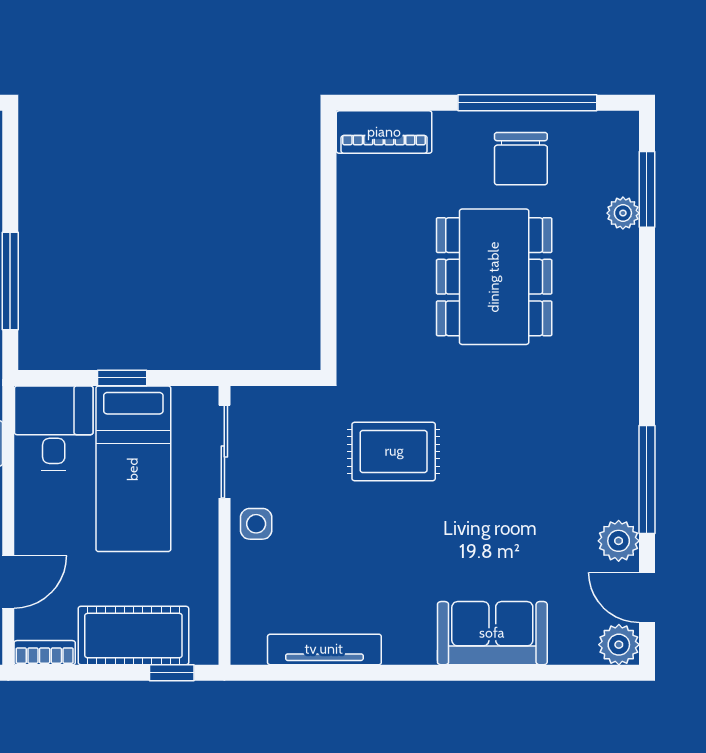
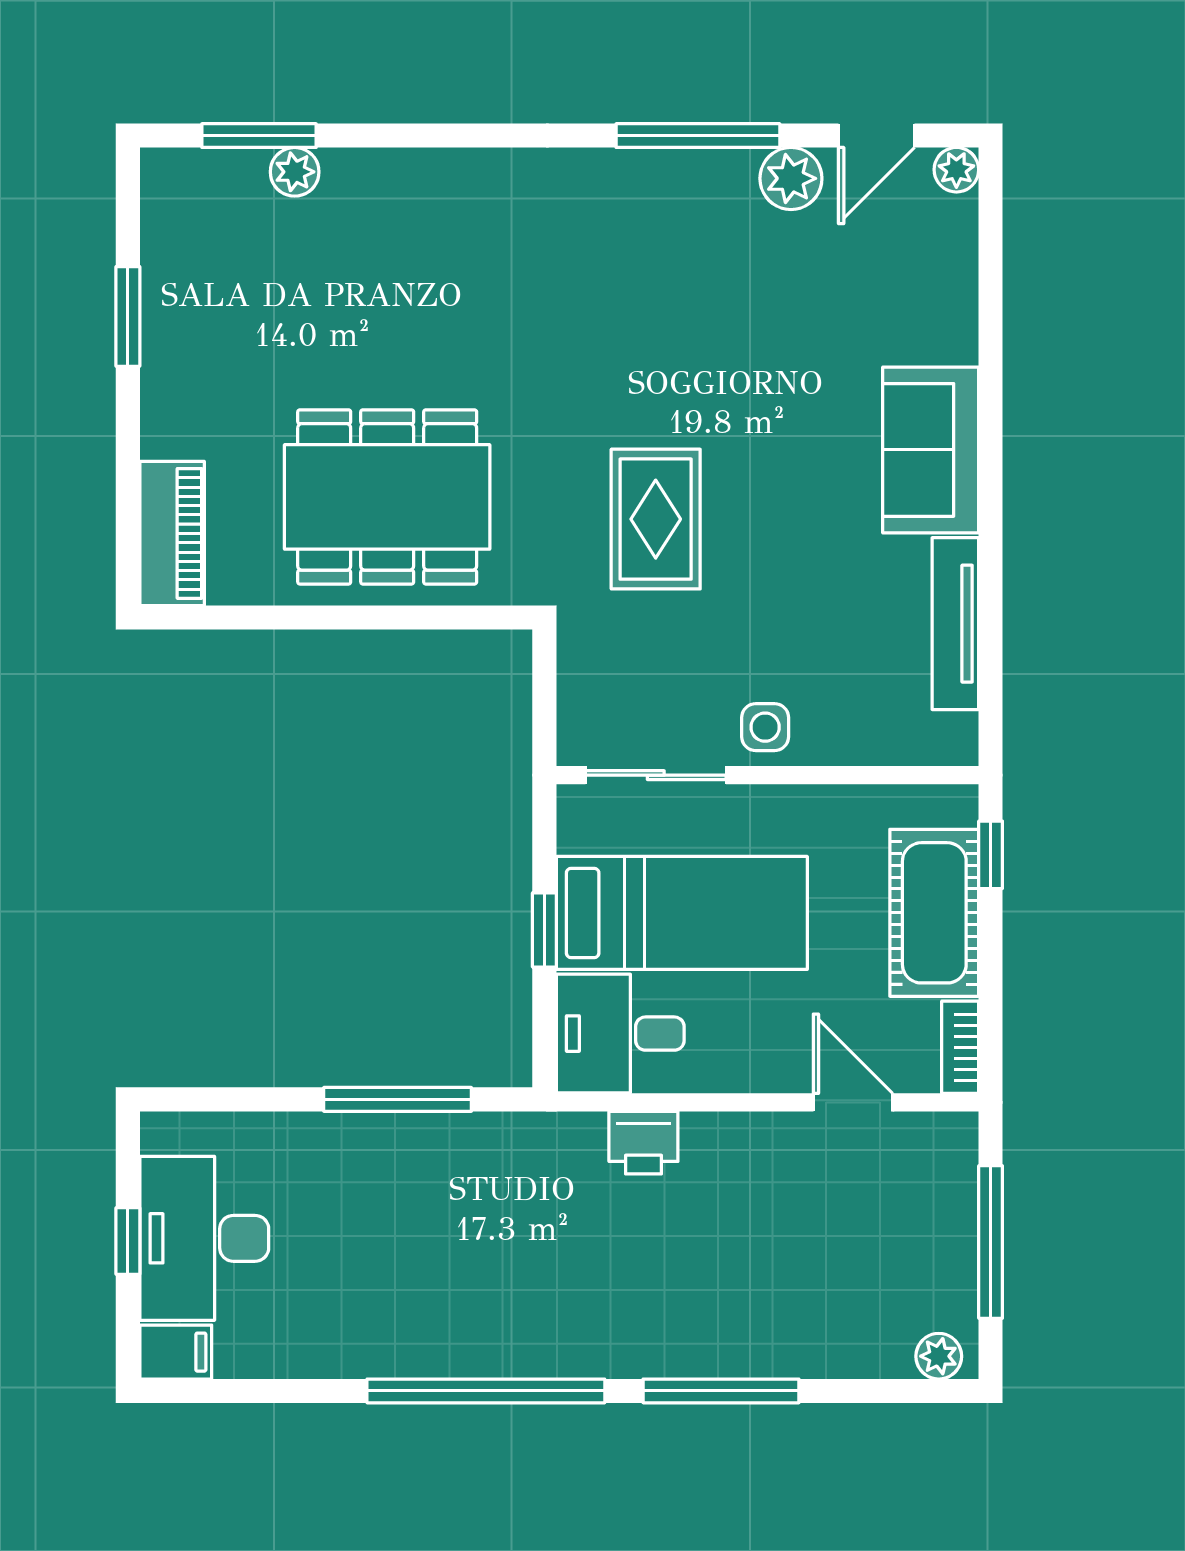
window: (527, 103) -> (128, 316), width x0.47
chair: (521, 159) -> (212, 326), removed
dining table: (494, 277) -> (387, 497), moved
sofa: (492, 633) -> (931, 450), moved
plant: (619, 645) -> (956, 170), width x0.73, depth x0.73

